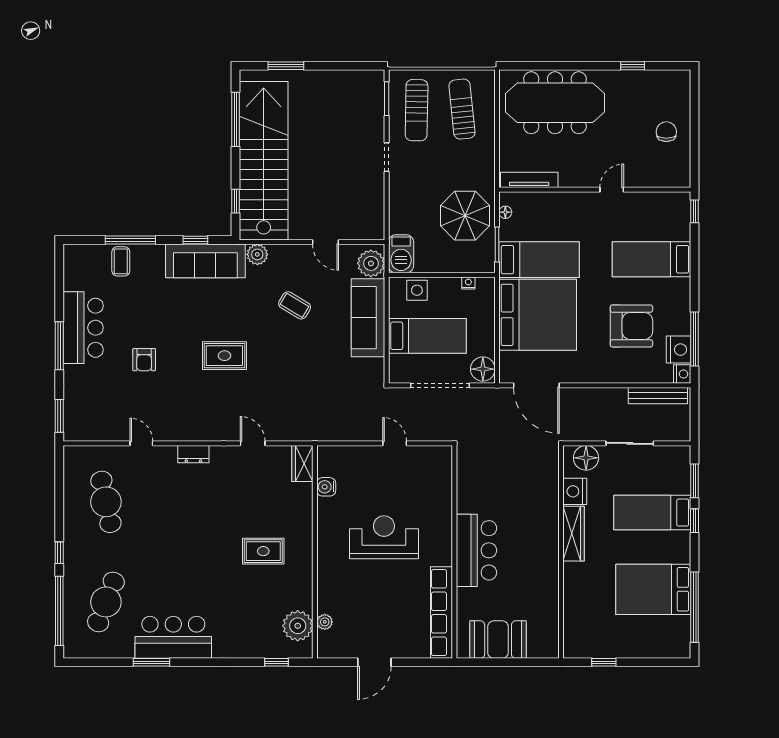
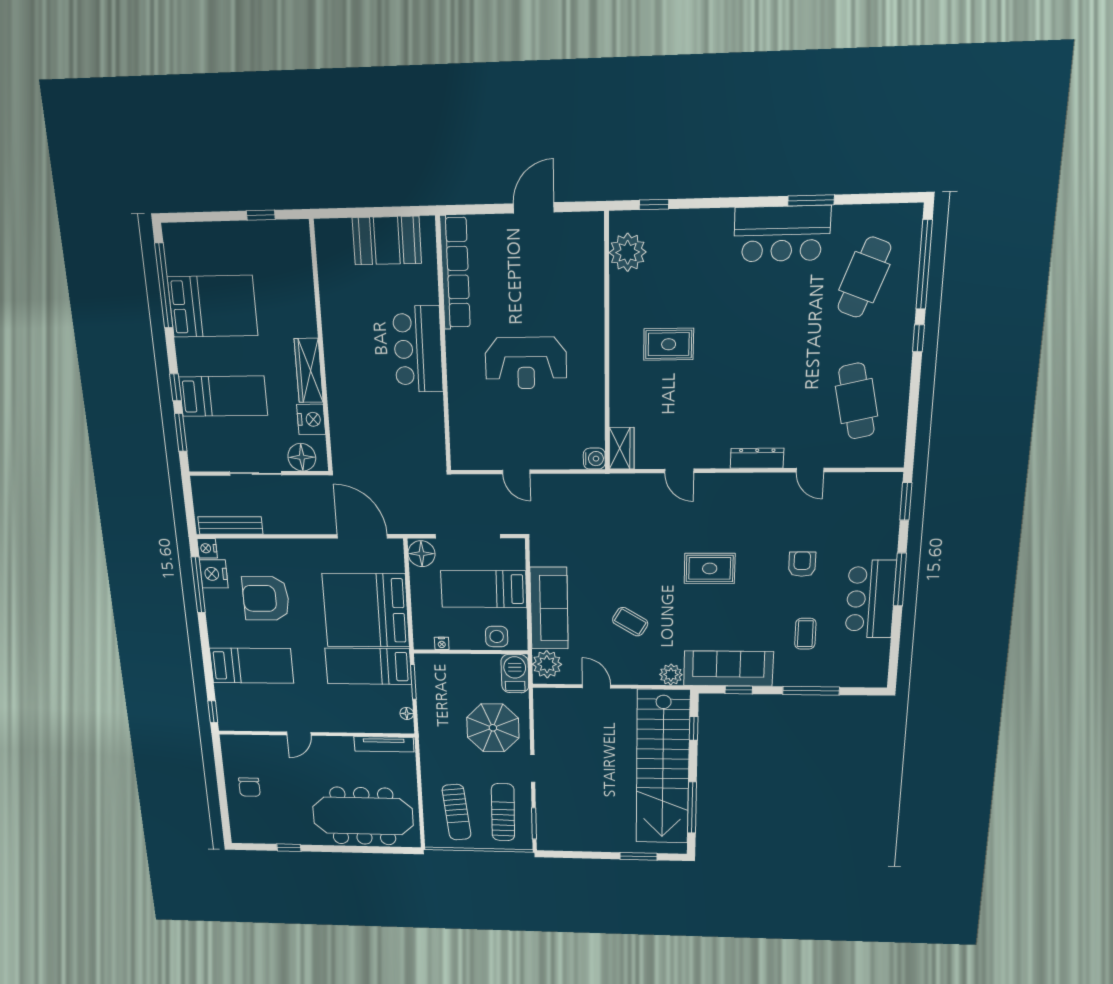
parasol: (465, 216) -> (493, 728), moved
coffee table: (121, 261) -> (805, 634), moved
dresser: (193, 454) -> (757, 458), width x1.44
water cooler: (326, 487) -> (594, 459), moved
plant: (325, 622) -> (595, 258), removed

